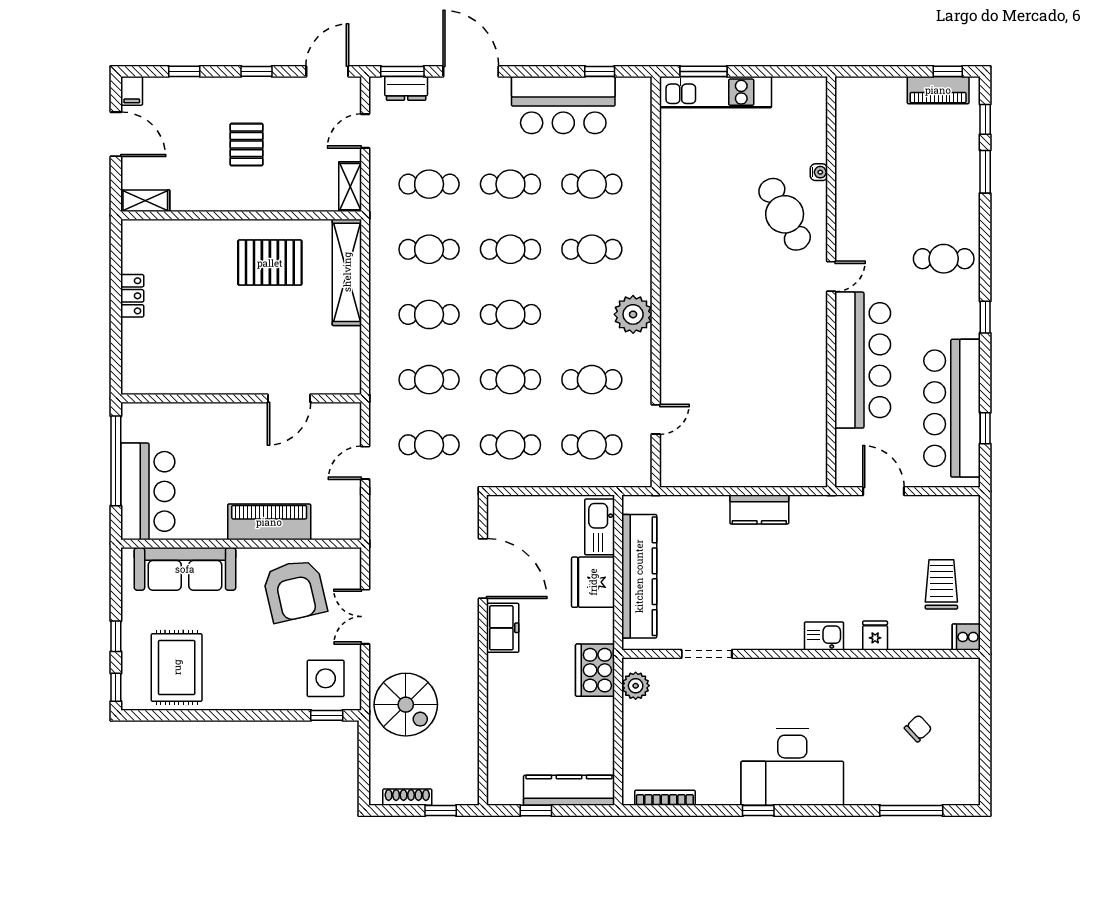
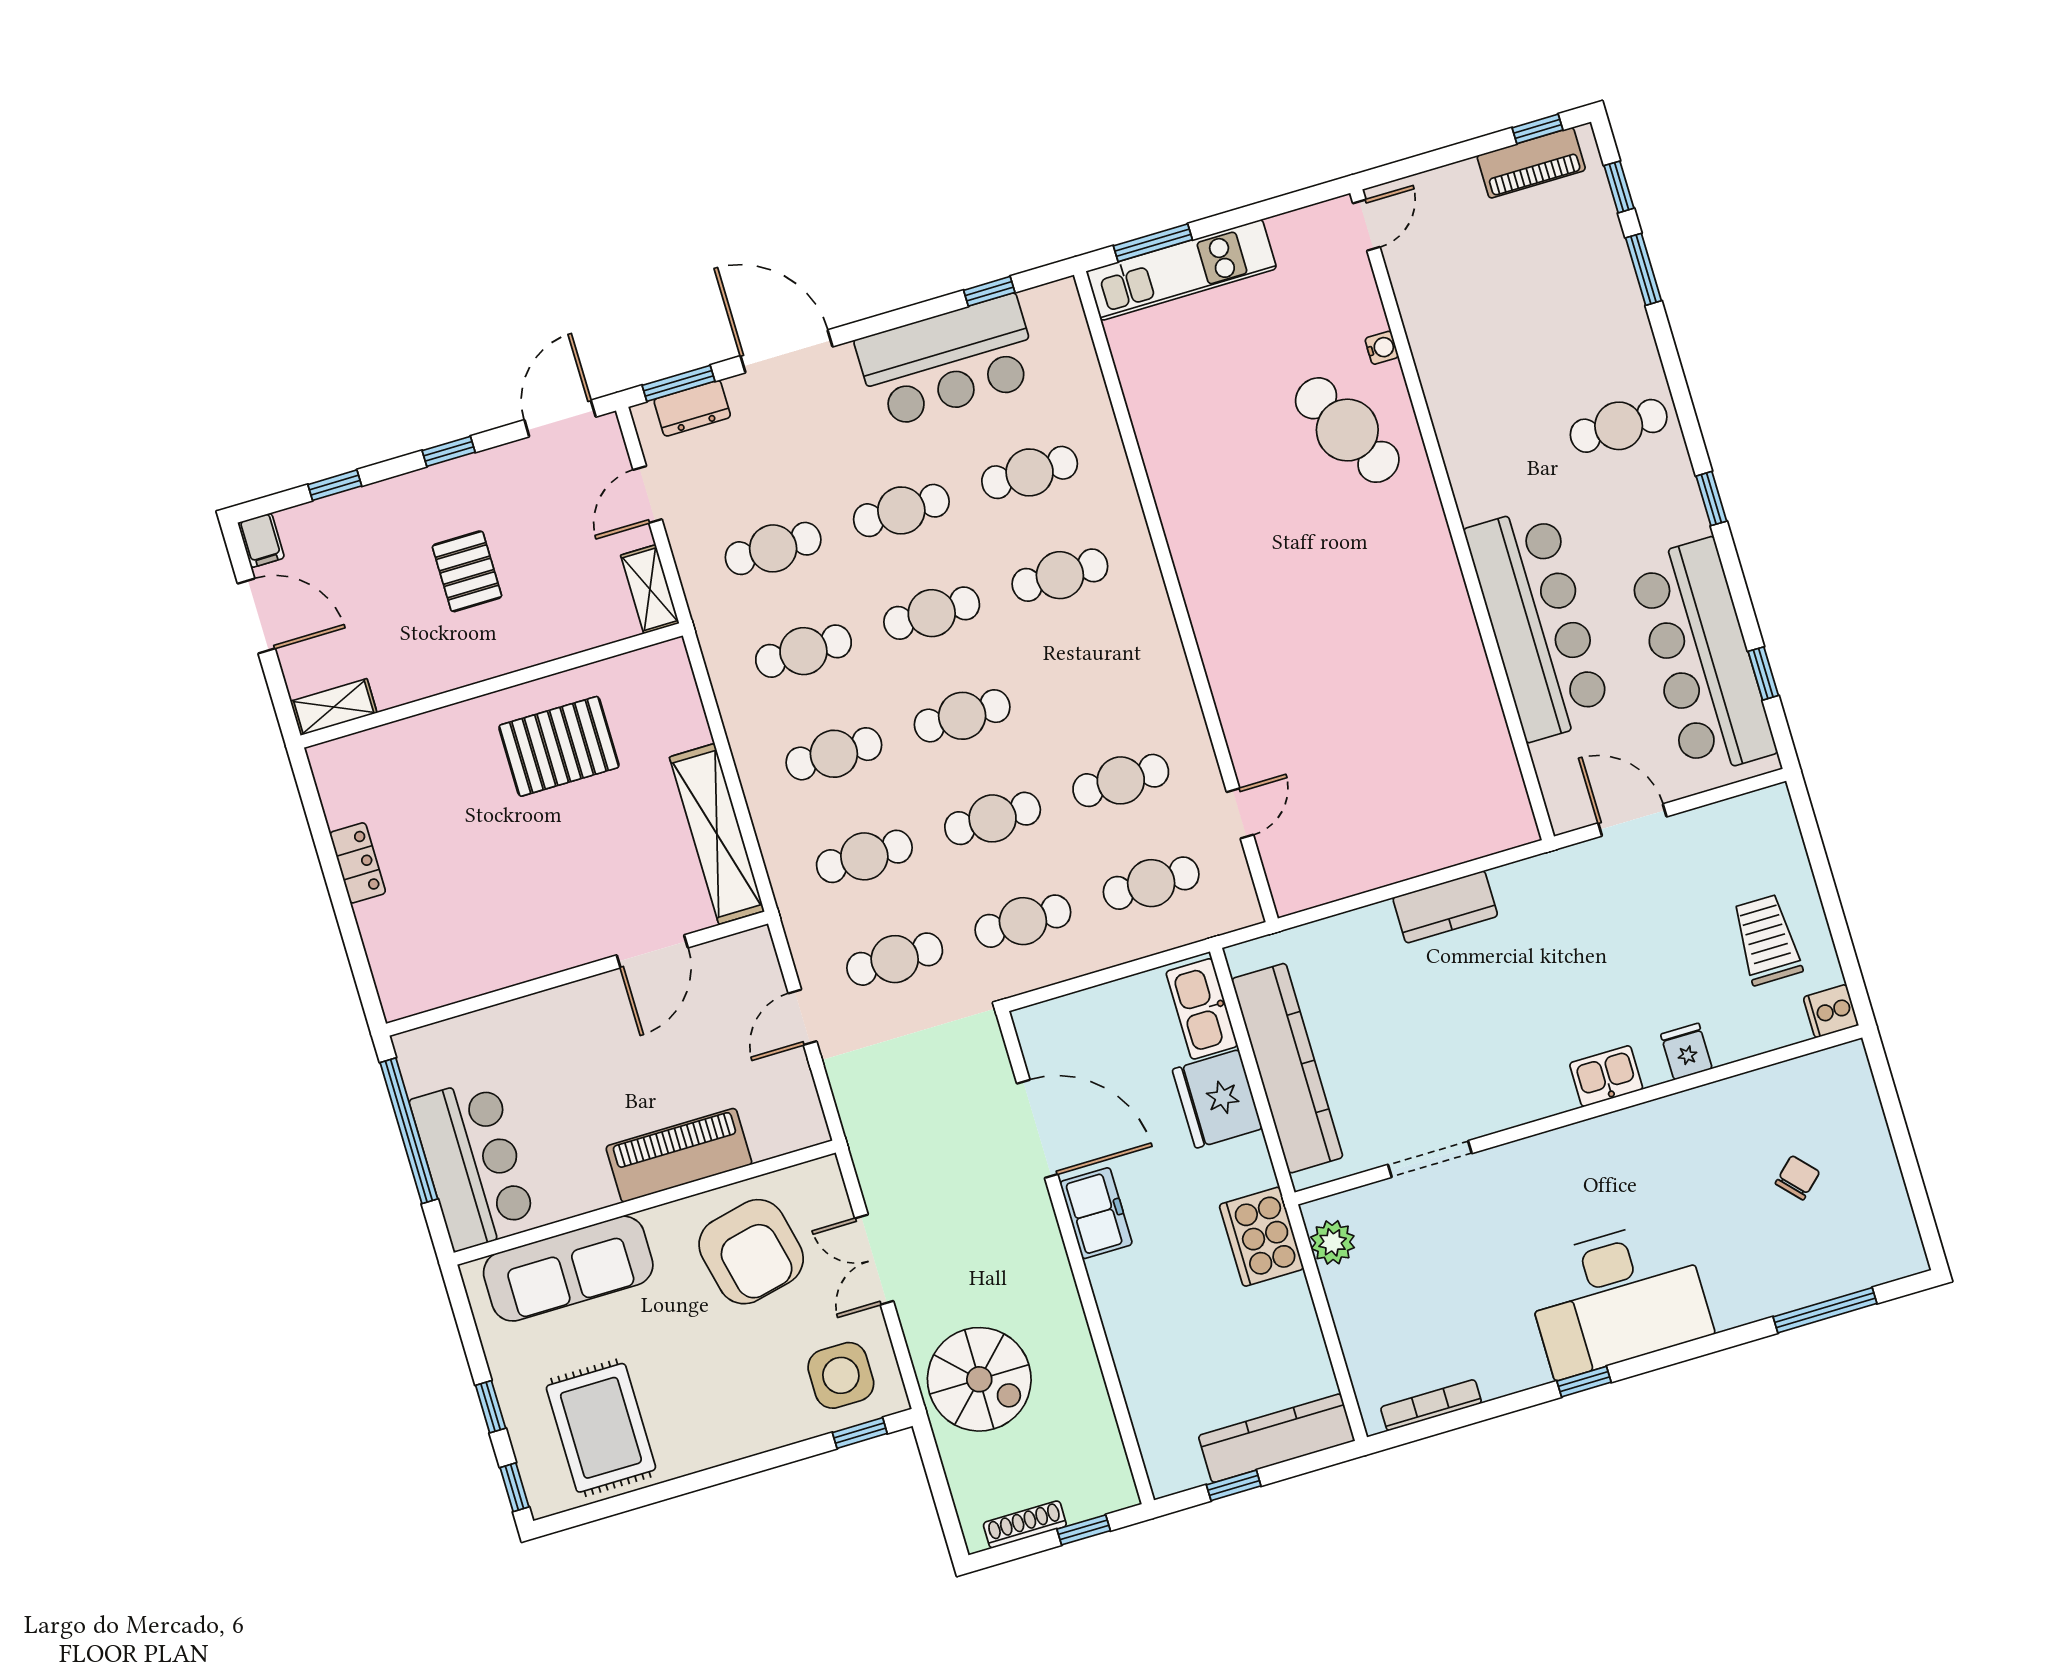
shelving: (347, 272) -> (717, 834), moved
door: (831, 276) -> (1366, 225), moved
plant: (633, 314) -> (1155, 659), removed

